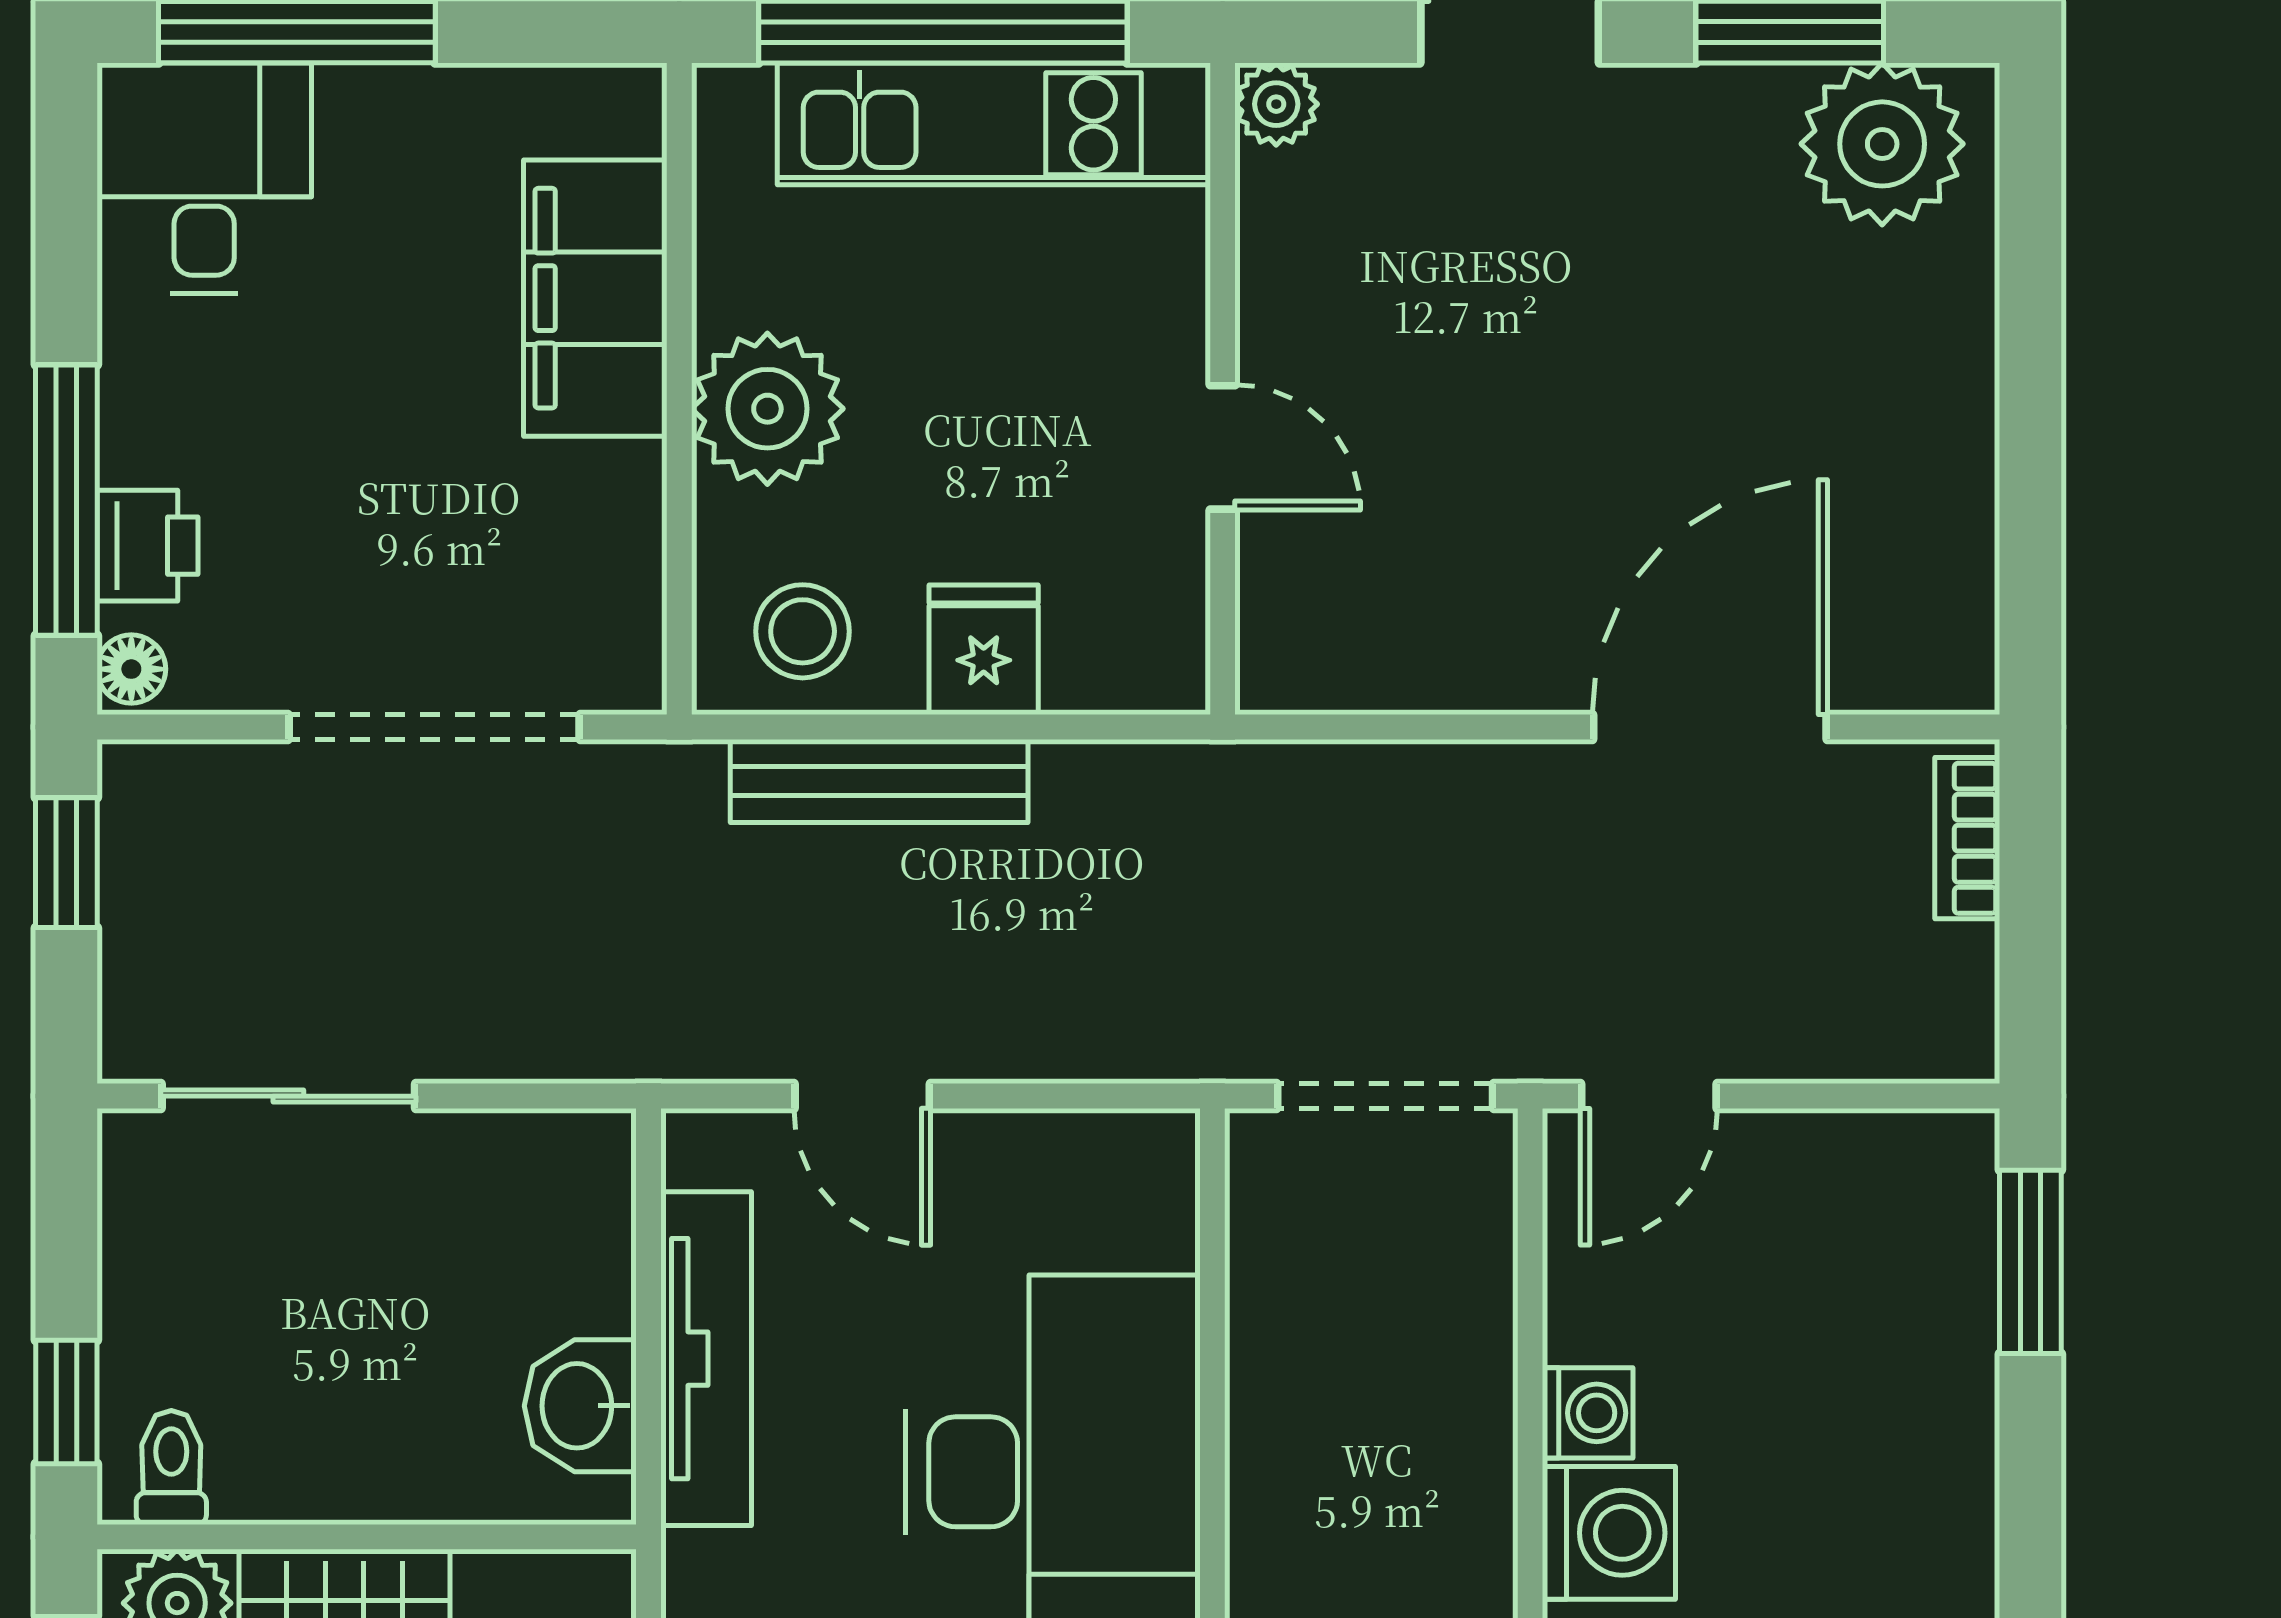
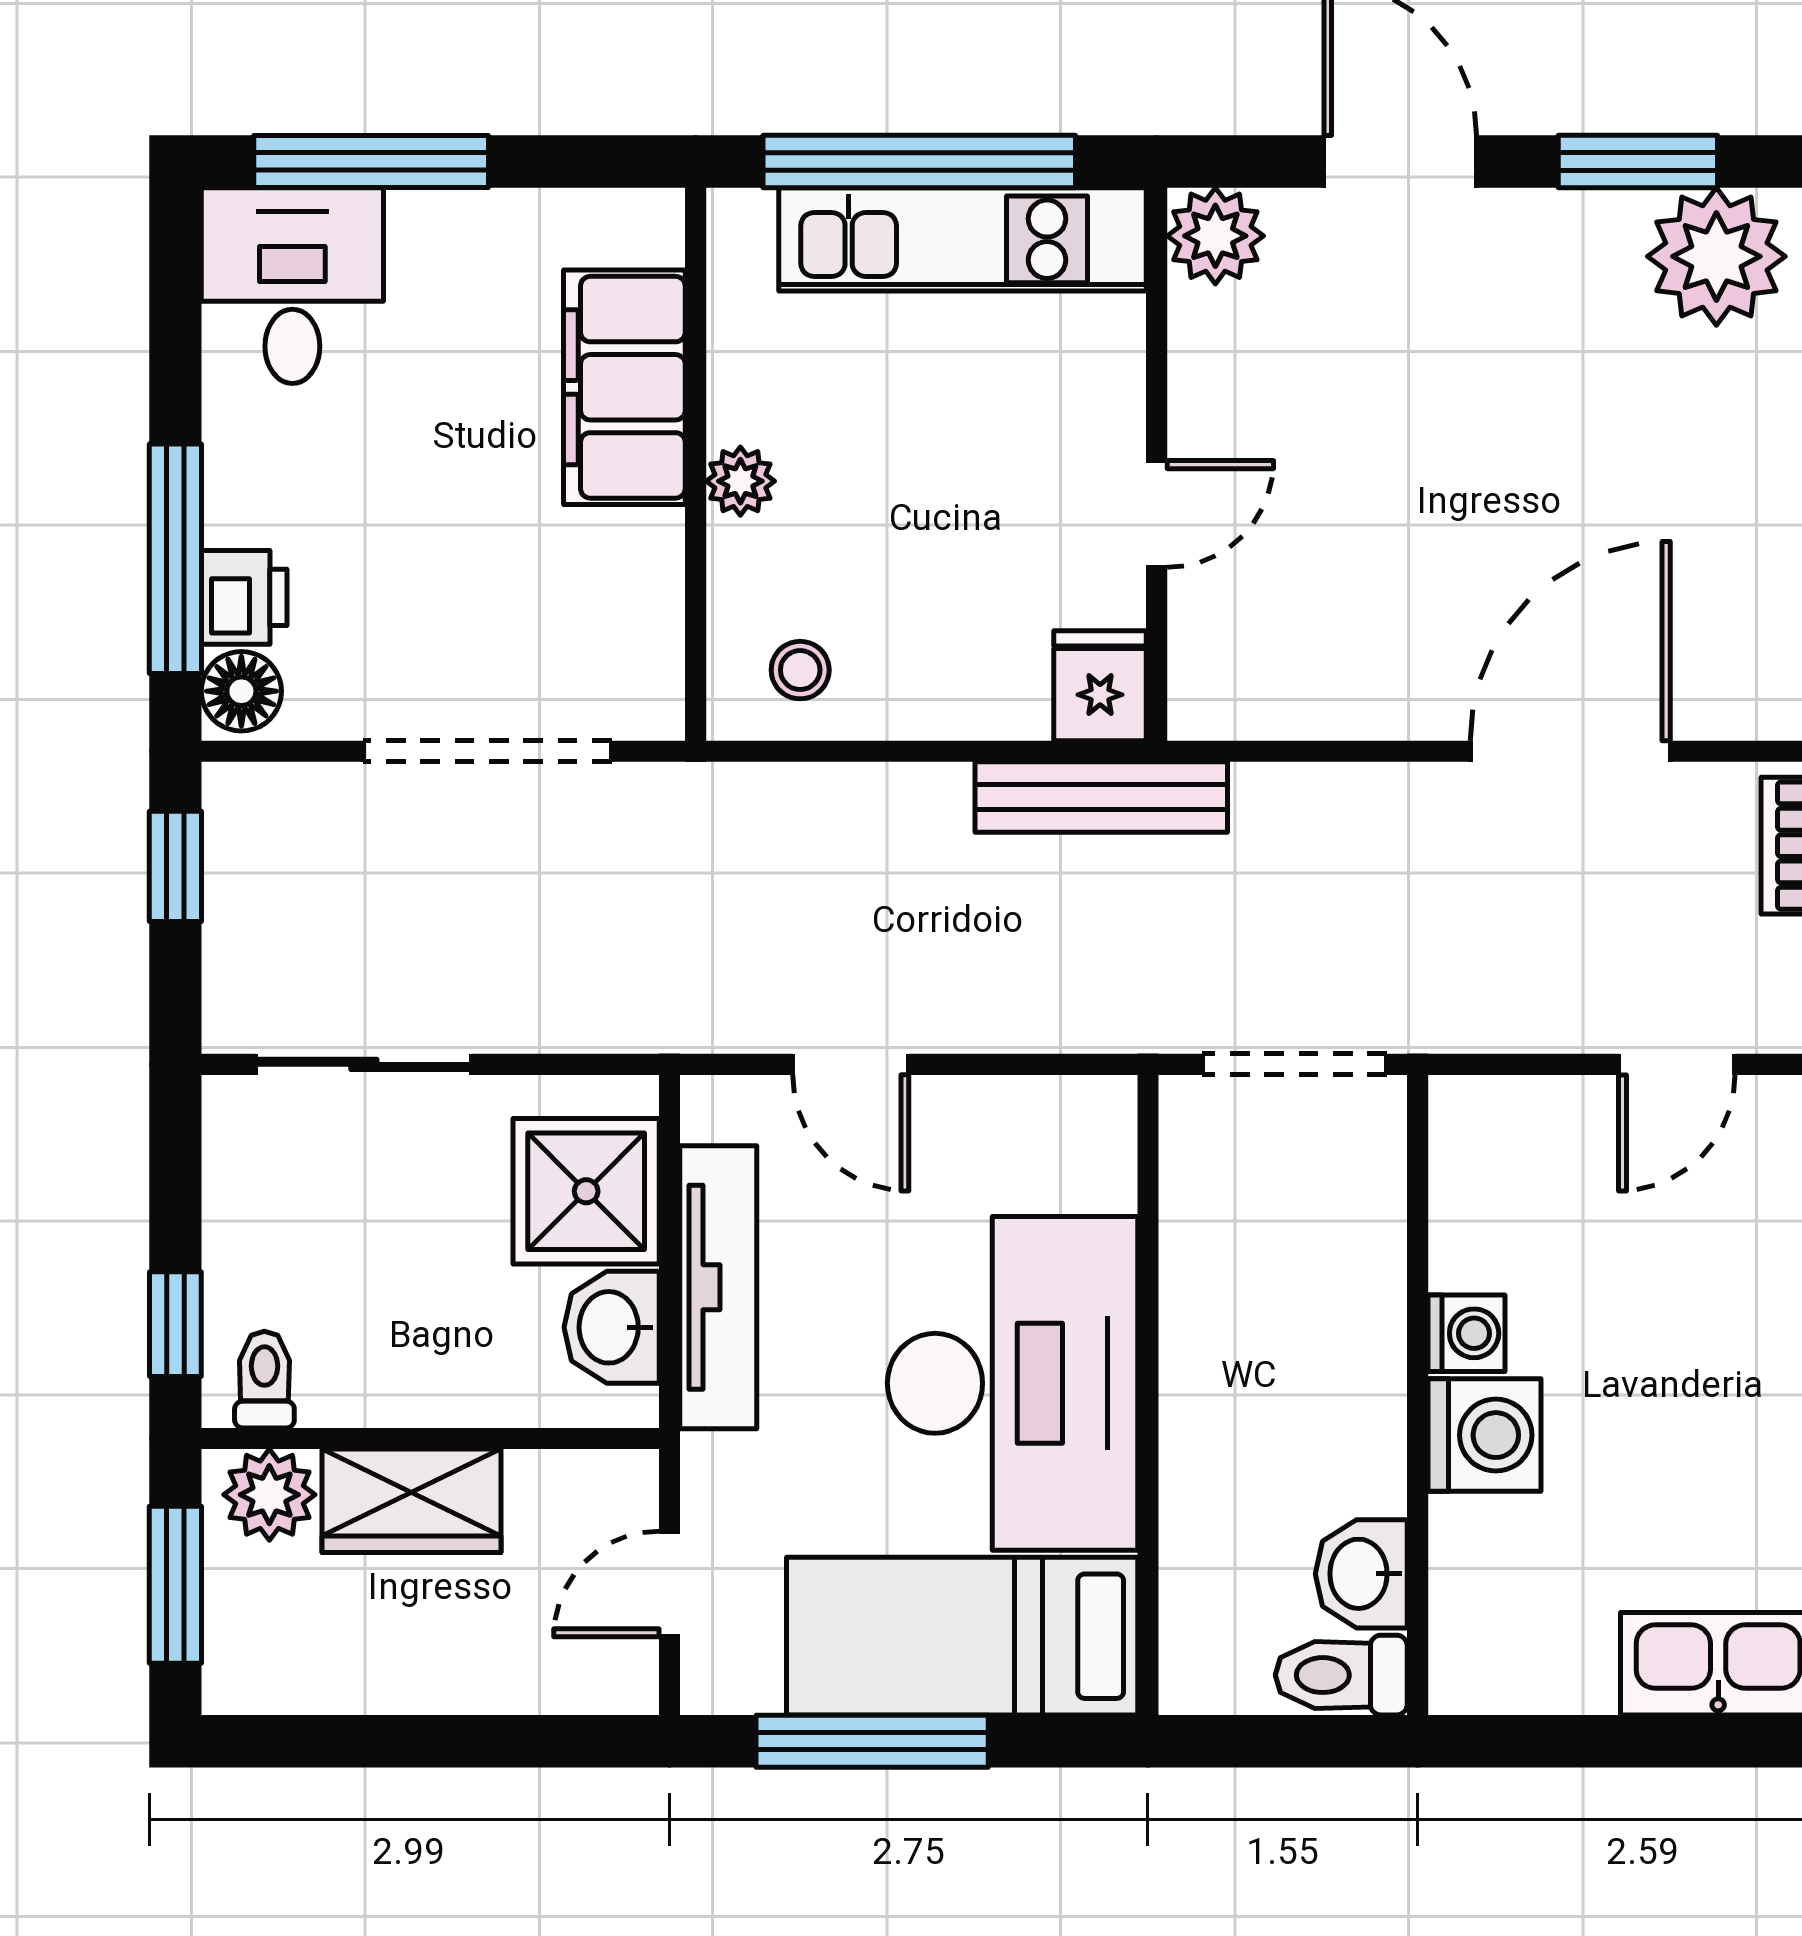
plant: (1276, 104) -> (1215, 236), width x1.38, depth x1.38
plant: (767, 409) -> (740, 481), width x0.53, depth x0.53
door: (1223, 447) -> (1157, 514), hinge flipped
stool: (803, 631) -> (800, 670), width x0.73, depth x0.73
fridge: (984, 650) -> (1100, 686), moved
floor lamp: (131, 669) -> (241, 691), width x1.37, depth x1.37
bench: (879, 781) -> (1101, 797), moved
door: (1649, 1096) -> (1677, 1064), moved
shower: (550, 1246) -> (586, 1191), added

